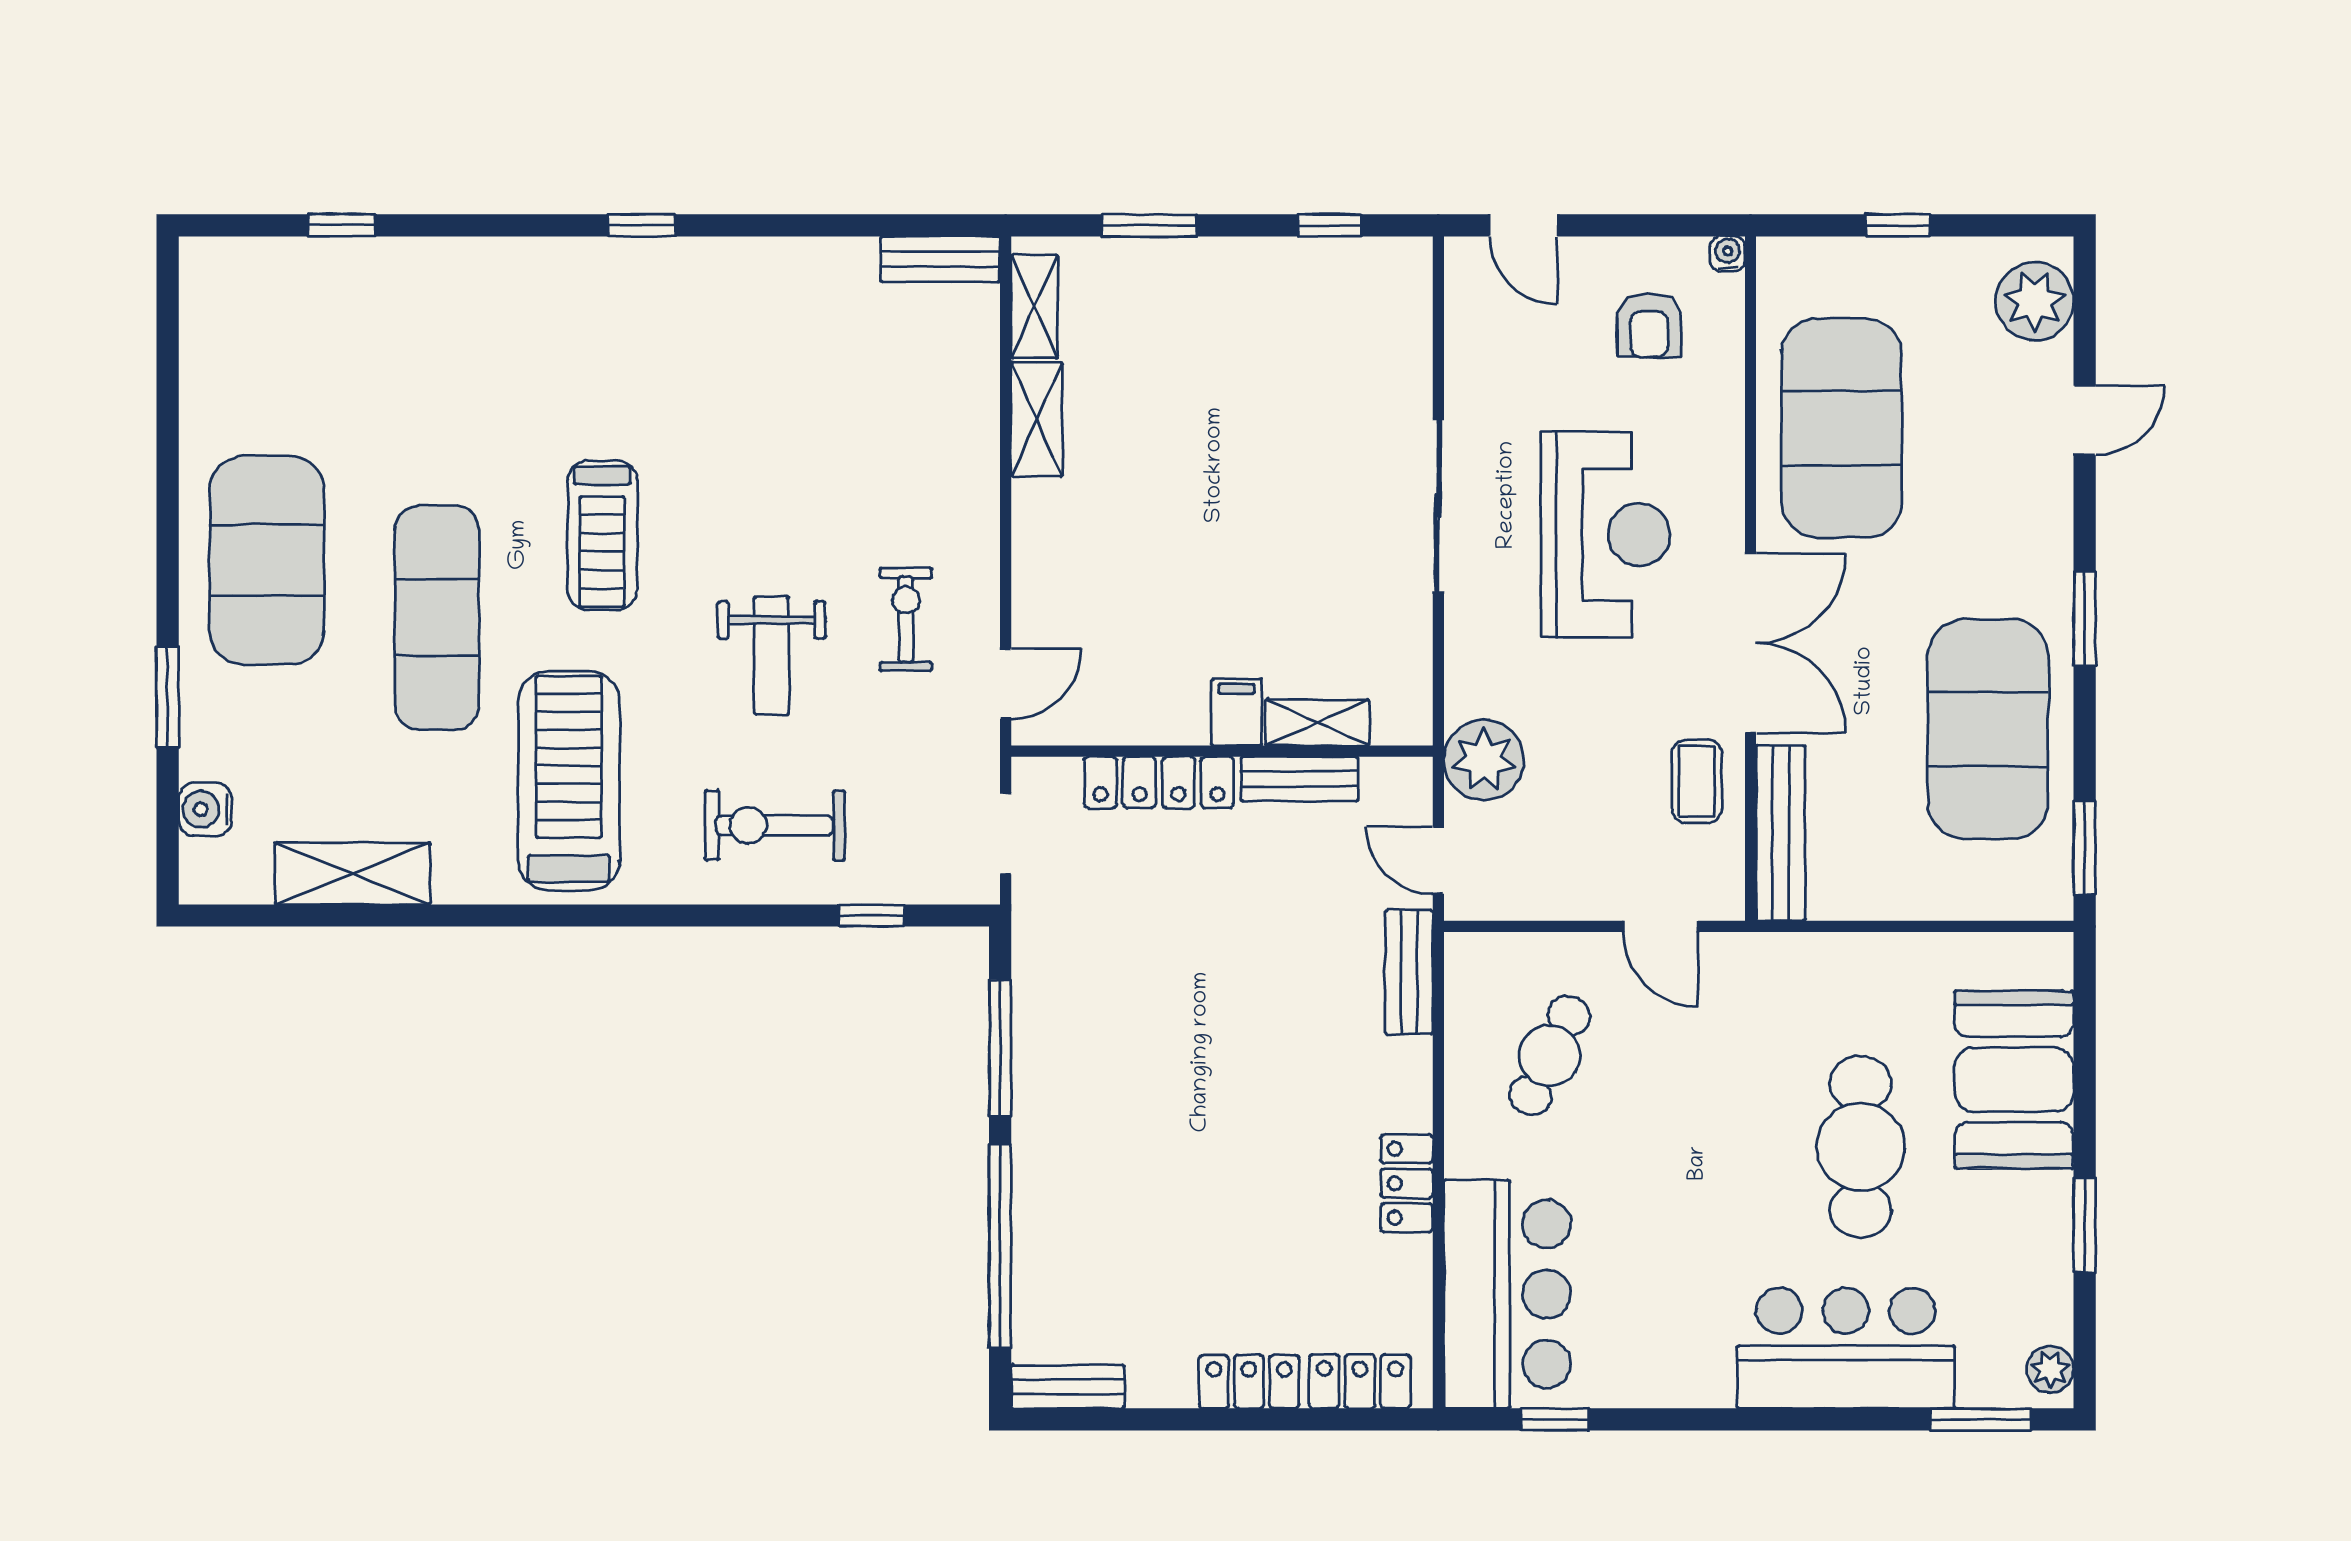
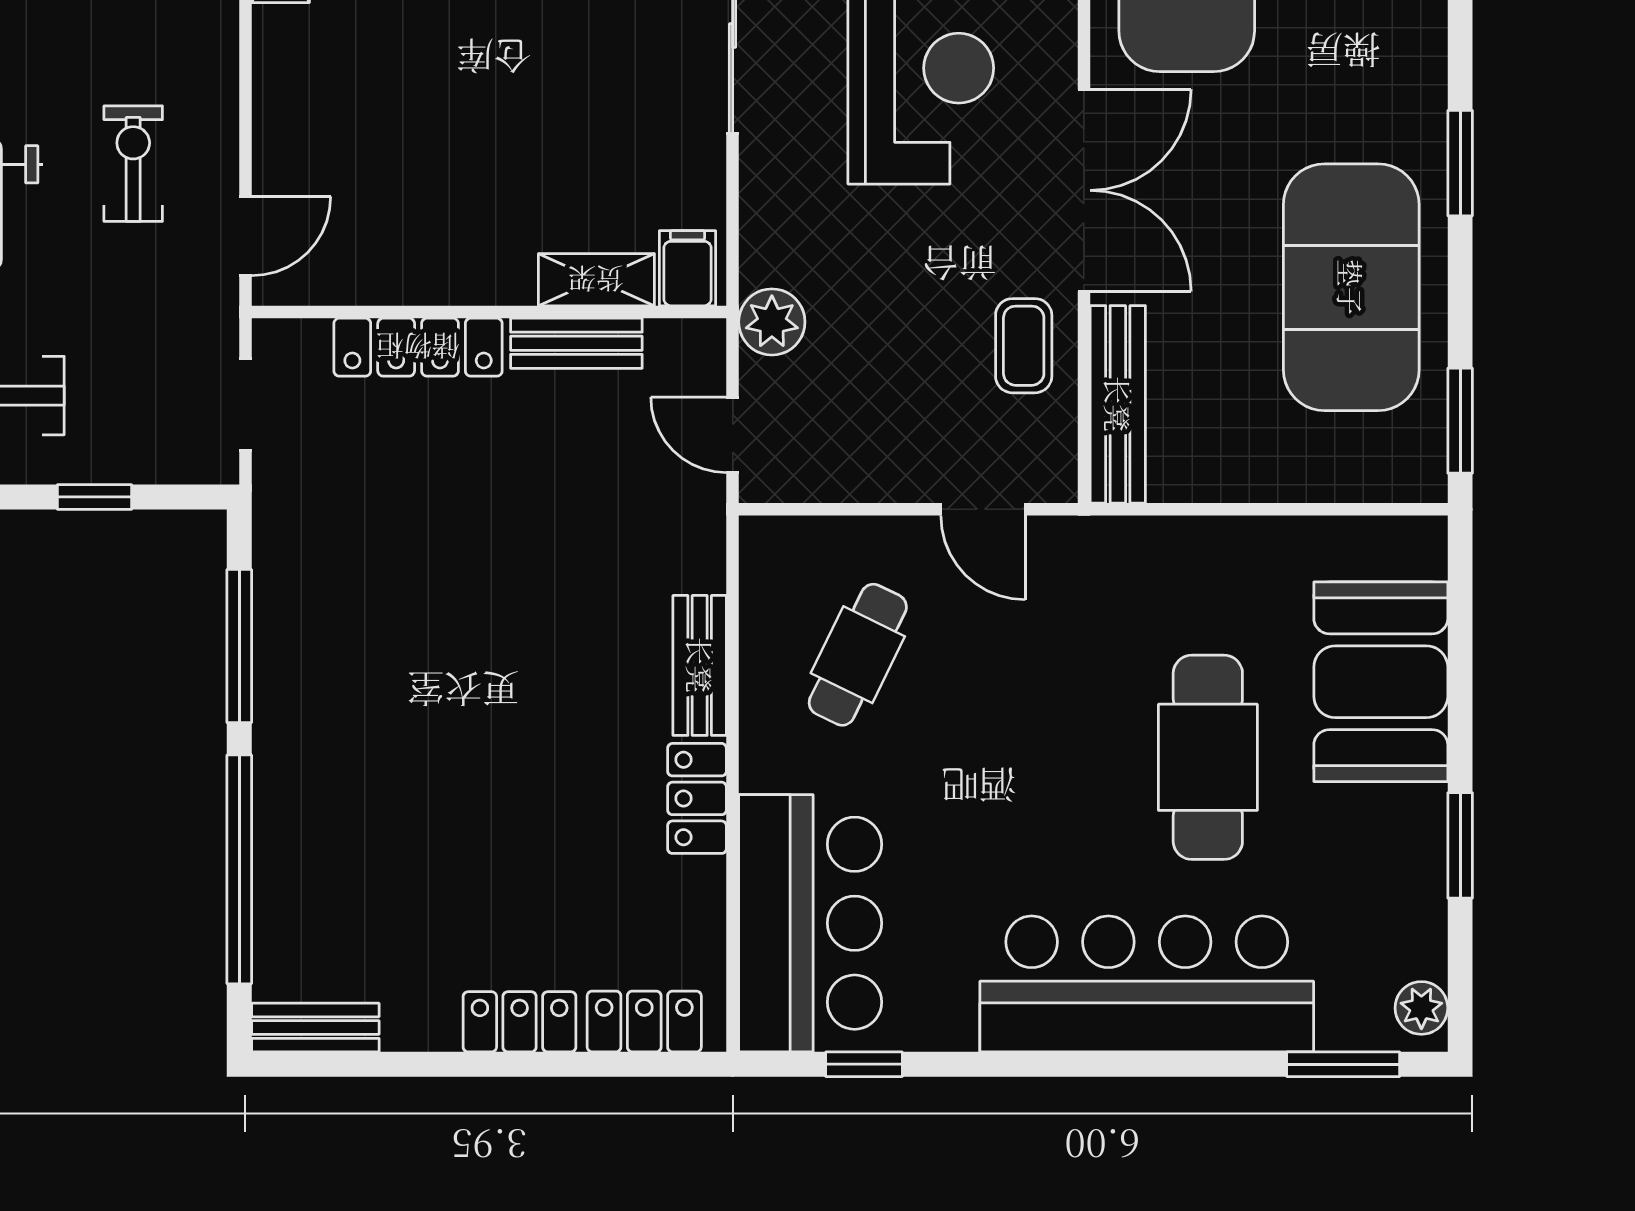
filing cabinet: (1236, 712) -> (688, 268), moved
plant: (1484, 760) -> (772, 322), width x0.73, depth x0.73
bench: (1409, 972) -> (700, 665), moved
bar counter: (1846, 1348) -> (1147, 984), width x1.36

